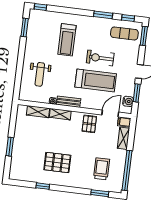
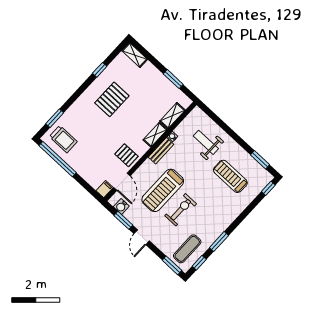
treadmill: (67, 40) -> (230, 176), moved
shelving: (123, 138) -> (135, 55), moved
window: (10, 147) -> (173, 79), moved
trolley: (102, 169) -> (63, 139), moved

